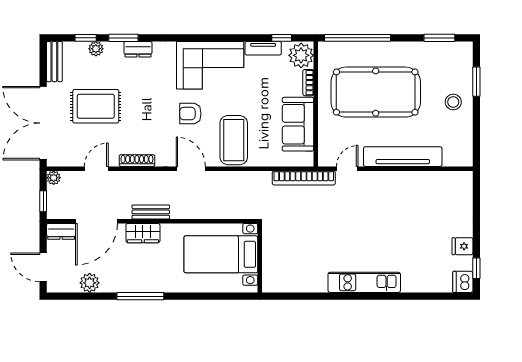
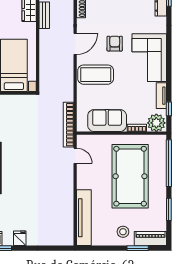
window: (439, 38) -> (169, 209), moved
piano: (463, 64) -> (150, 239), added
tv unit: (403, 157) -> (84, 218), moved

